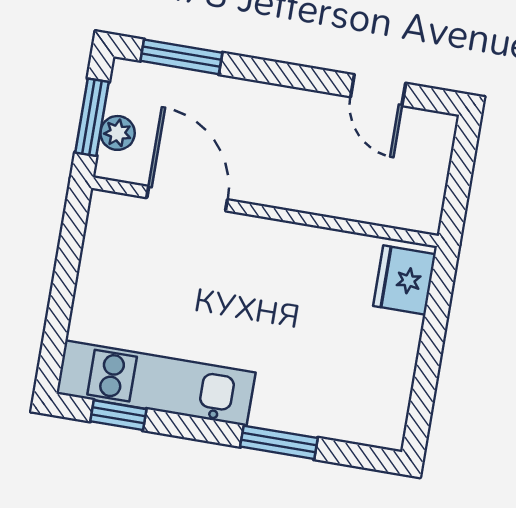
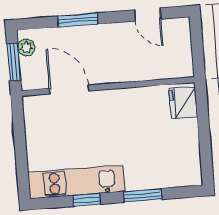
window: (181, 57) -> (78, 20), moved
plant: (118, 133) -> (26, 47), moved
window: (118, 415) -> (87, 200), moved

